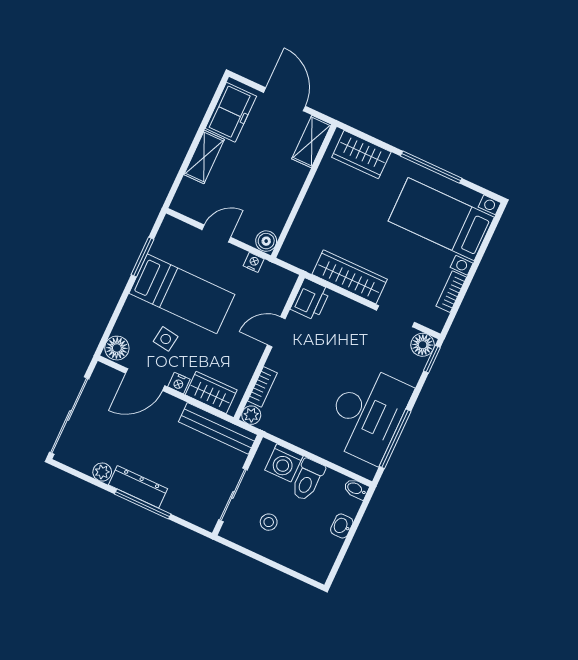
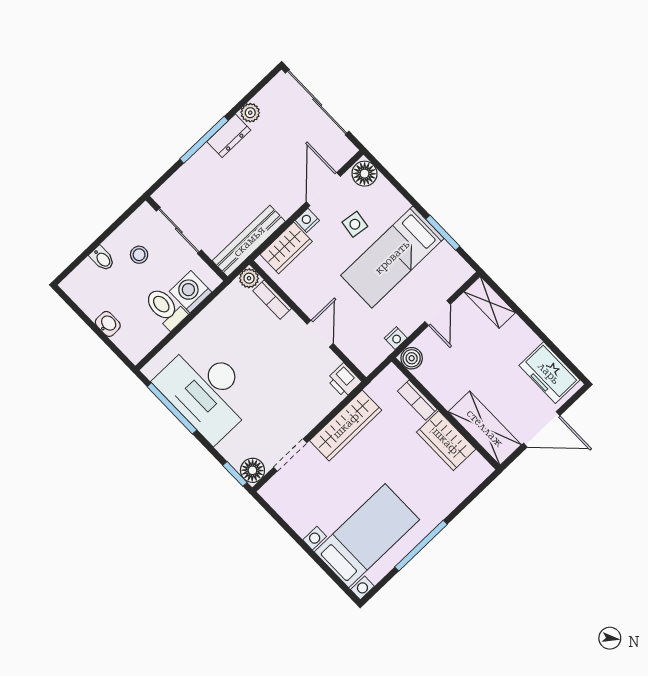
shelving: (312, 142) -> (485, 428), width x1.50, depth x1.33
wardrobe: (361, 155) -> (446, 441), moved, turned -90
shelving: (204, 157) -> (490, 302), moved
bookcase: (451, 292) -> (417, 400), moved, turned 180
printer: (310, 299) -> (344, 380), width x0.73, depth x0.81
dresser: (138, 487) -> (229, 136), width x0.70
bidet: (356, 489) -> (102, 258), moved, turned 90

